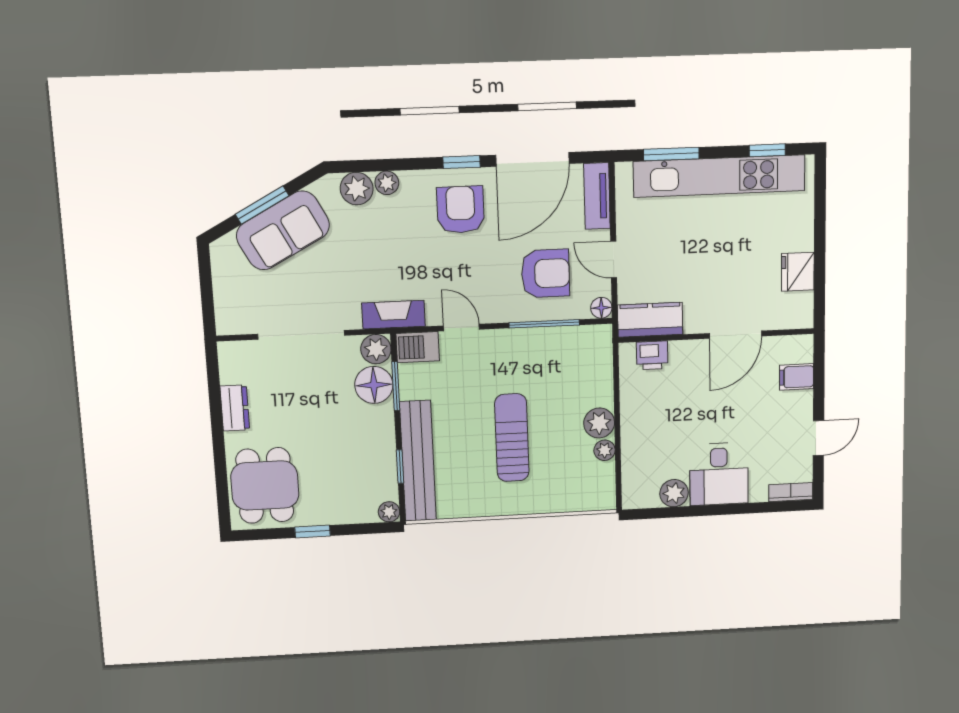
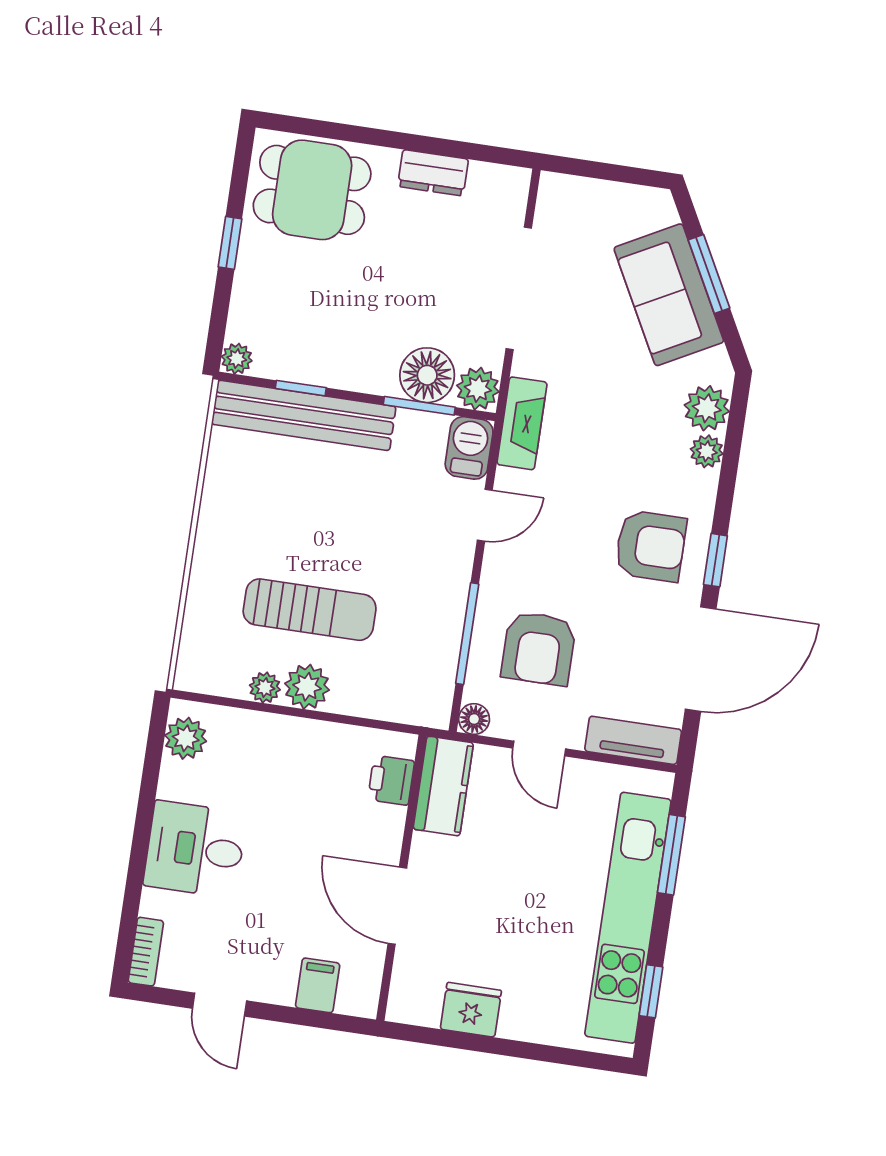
door: (532, 159) -> (701, 659), swing flipped
door: (614, 260) -> (539, 748), swing flipped
sun lounger: (512, 438) -> (310, 610), moved
plant: (674, 493) -> (186, 738), moved

